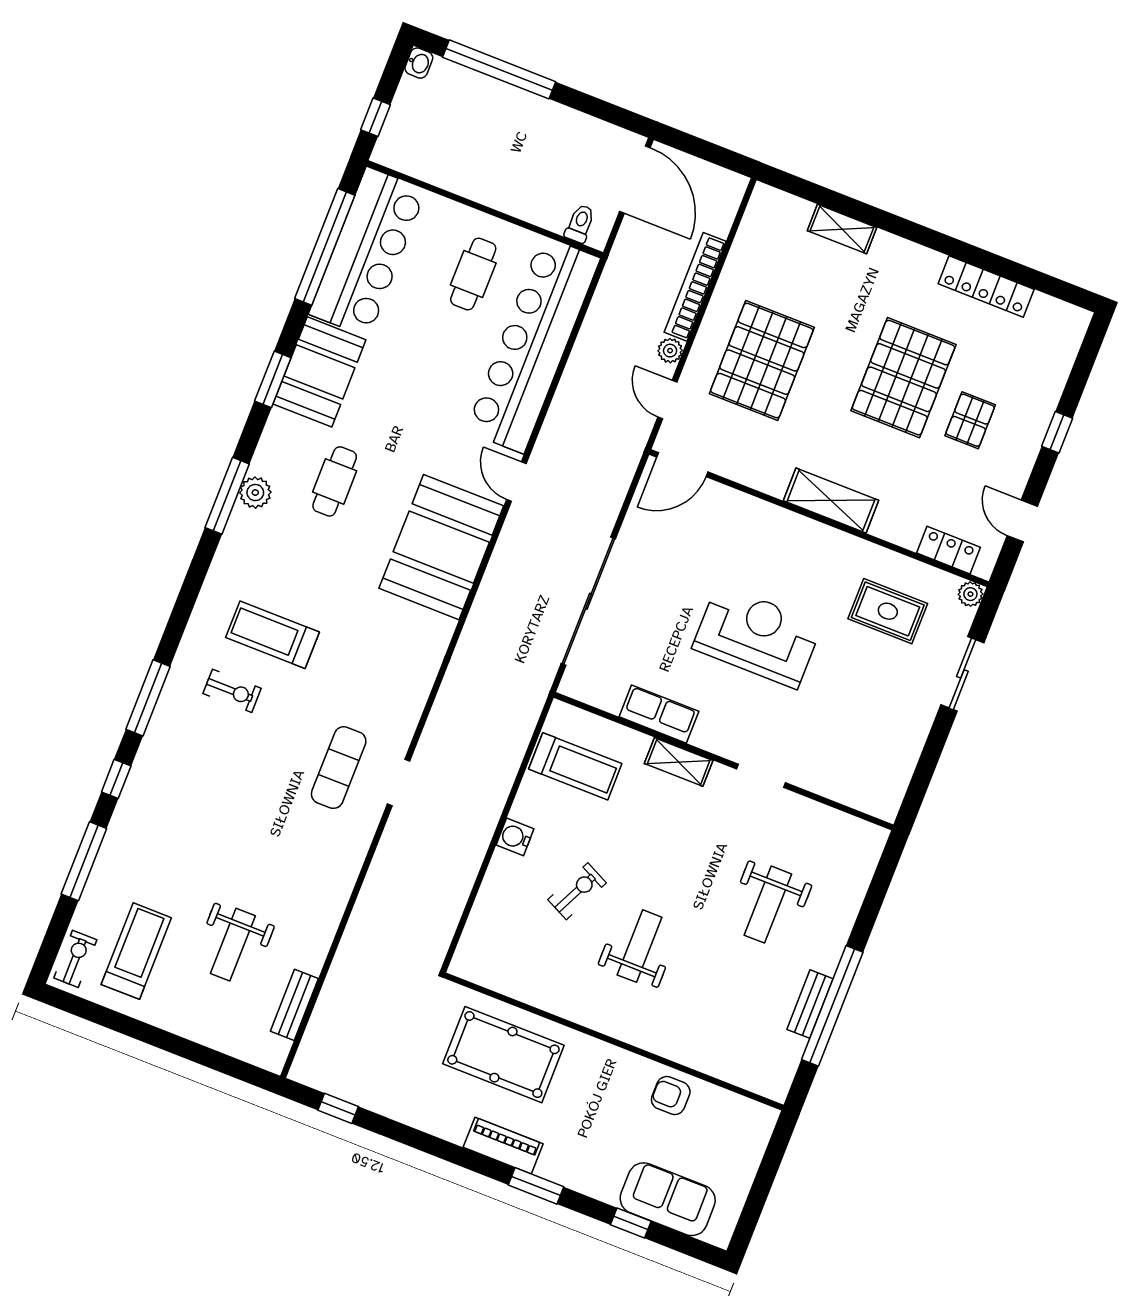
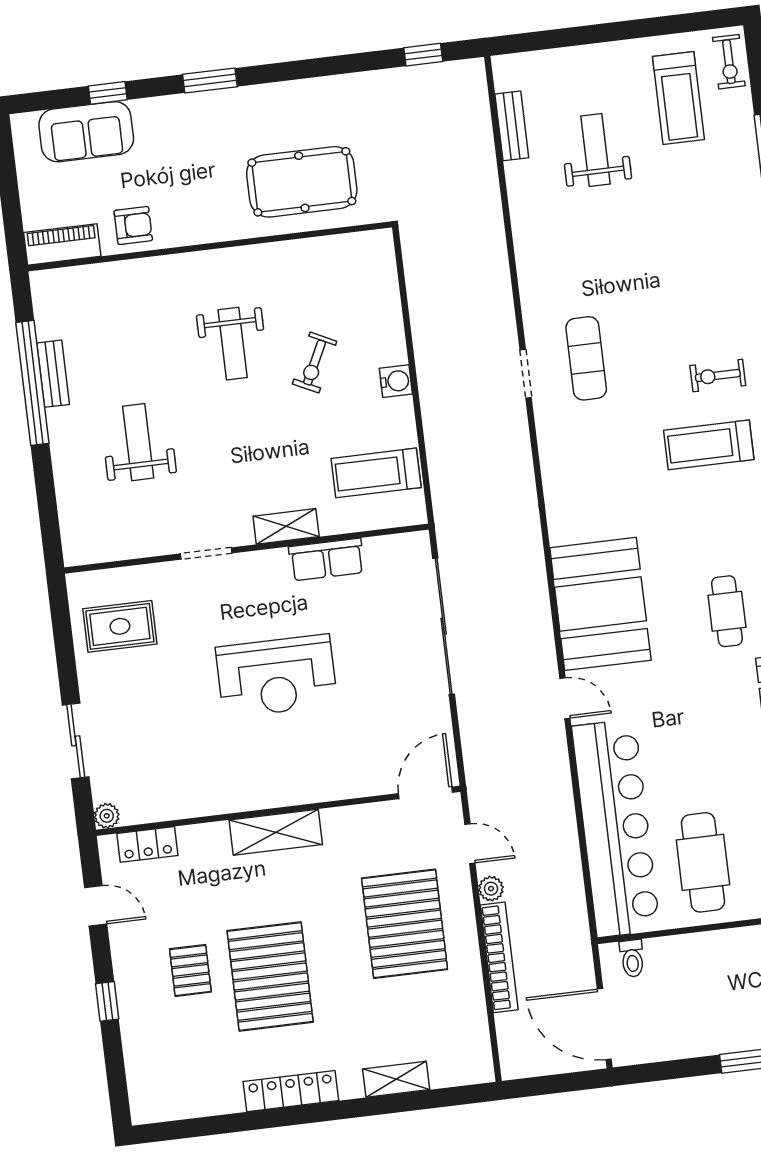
cafe table: (473, 274) -> (703, 862), width x1.37, depth x1.35
locker: (986, 286) -> (291, 1091), moved
rug: (888, 611) -> (120, 626), moved
treadmill: (272, 635) -> (709, 445), turned 180
piano: (503, 1146) -> (62, 244), moved, turned 180

